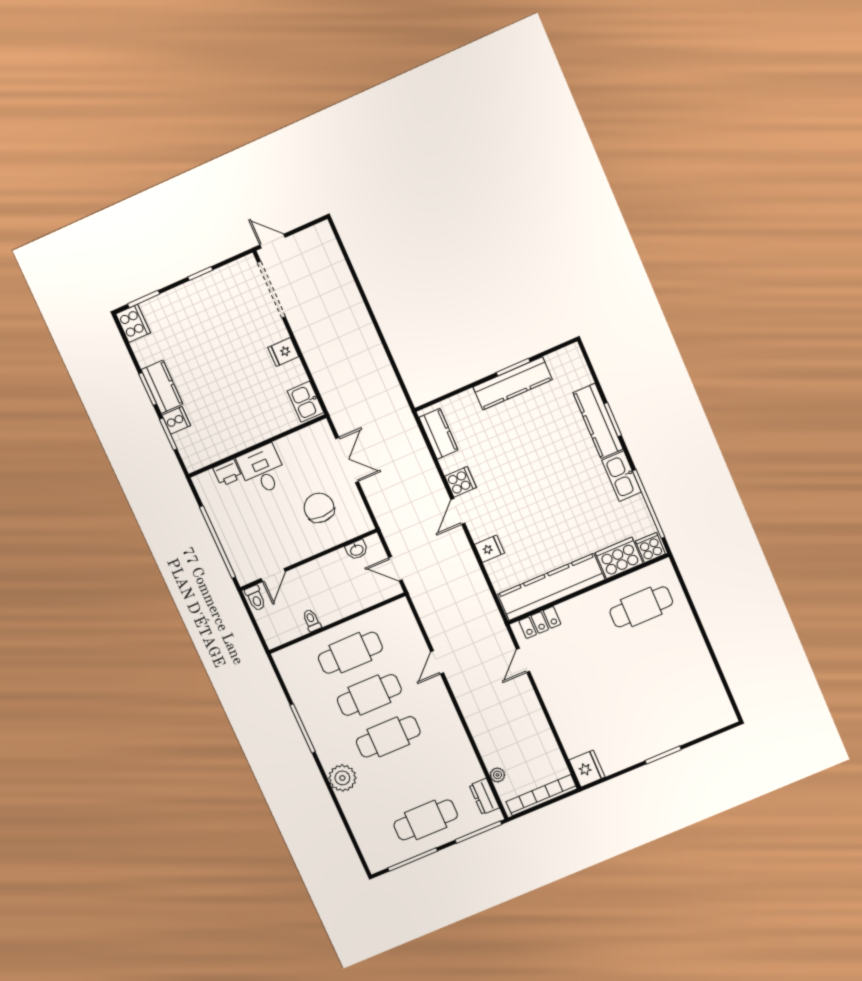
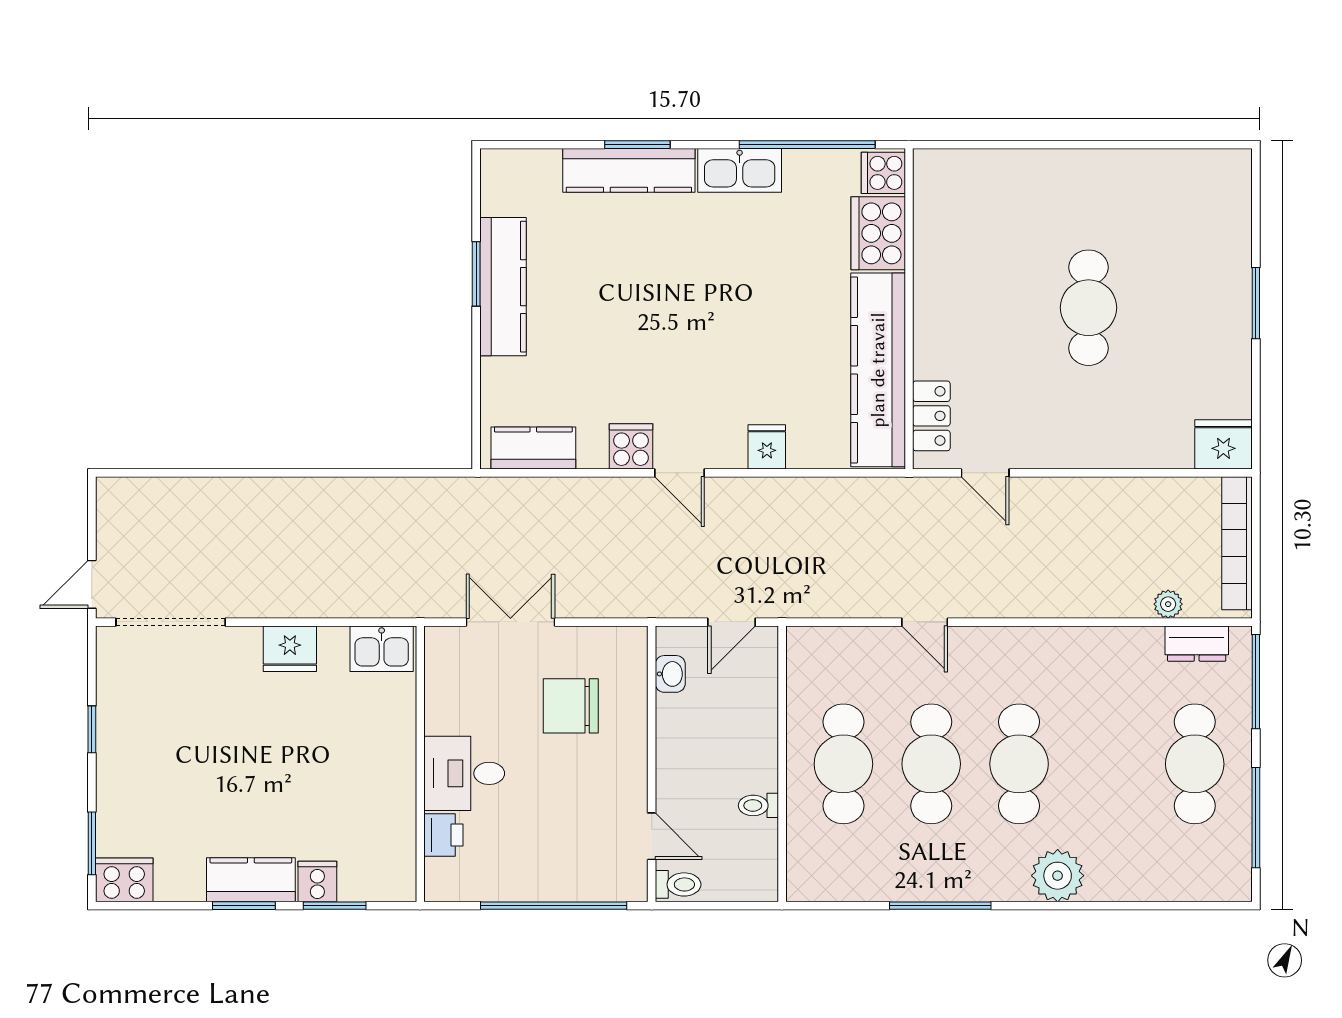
fridge: (283, 352) -> (290, 649), width x1.38
cafe table: (641, 607) -> (1089, 308), moved

